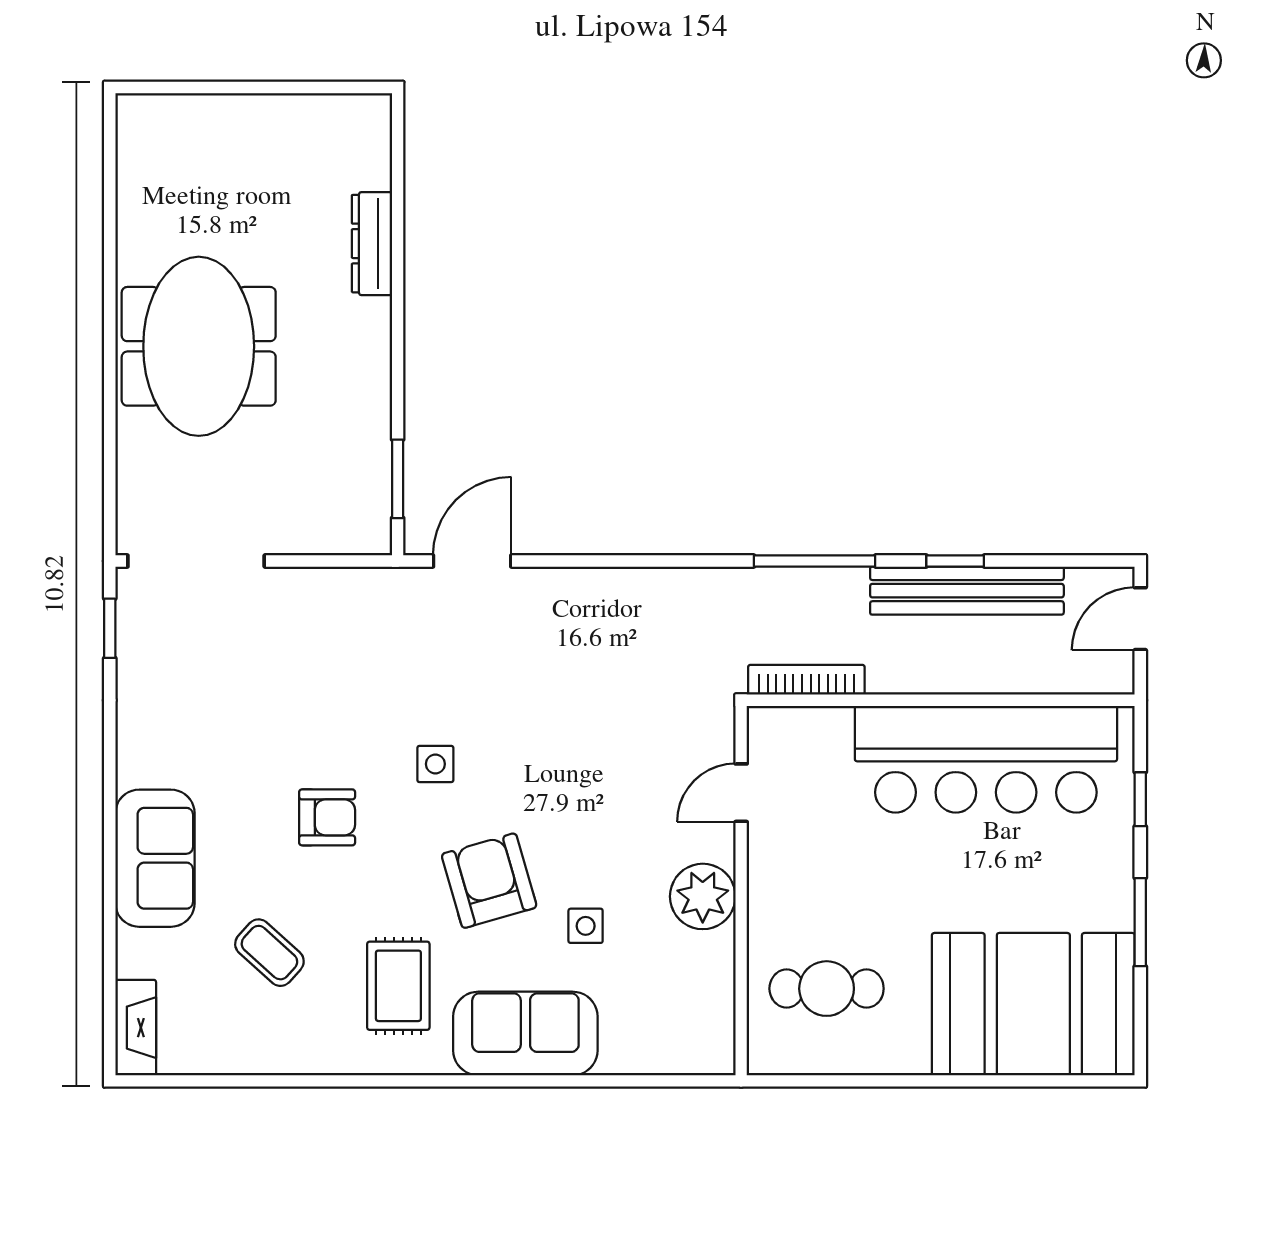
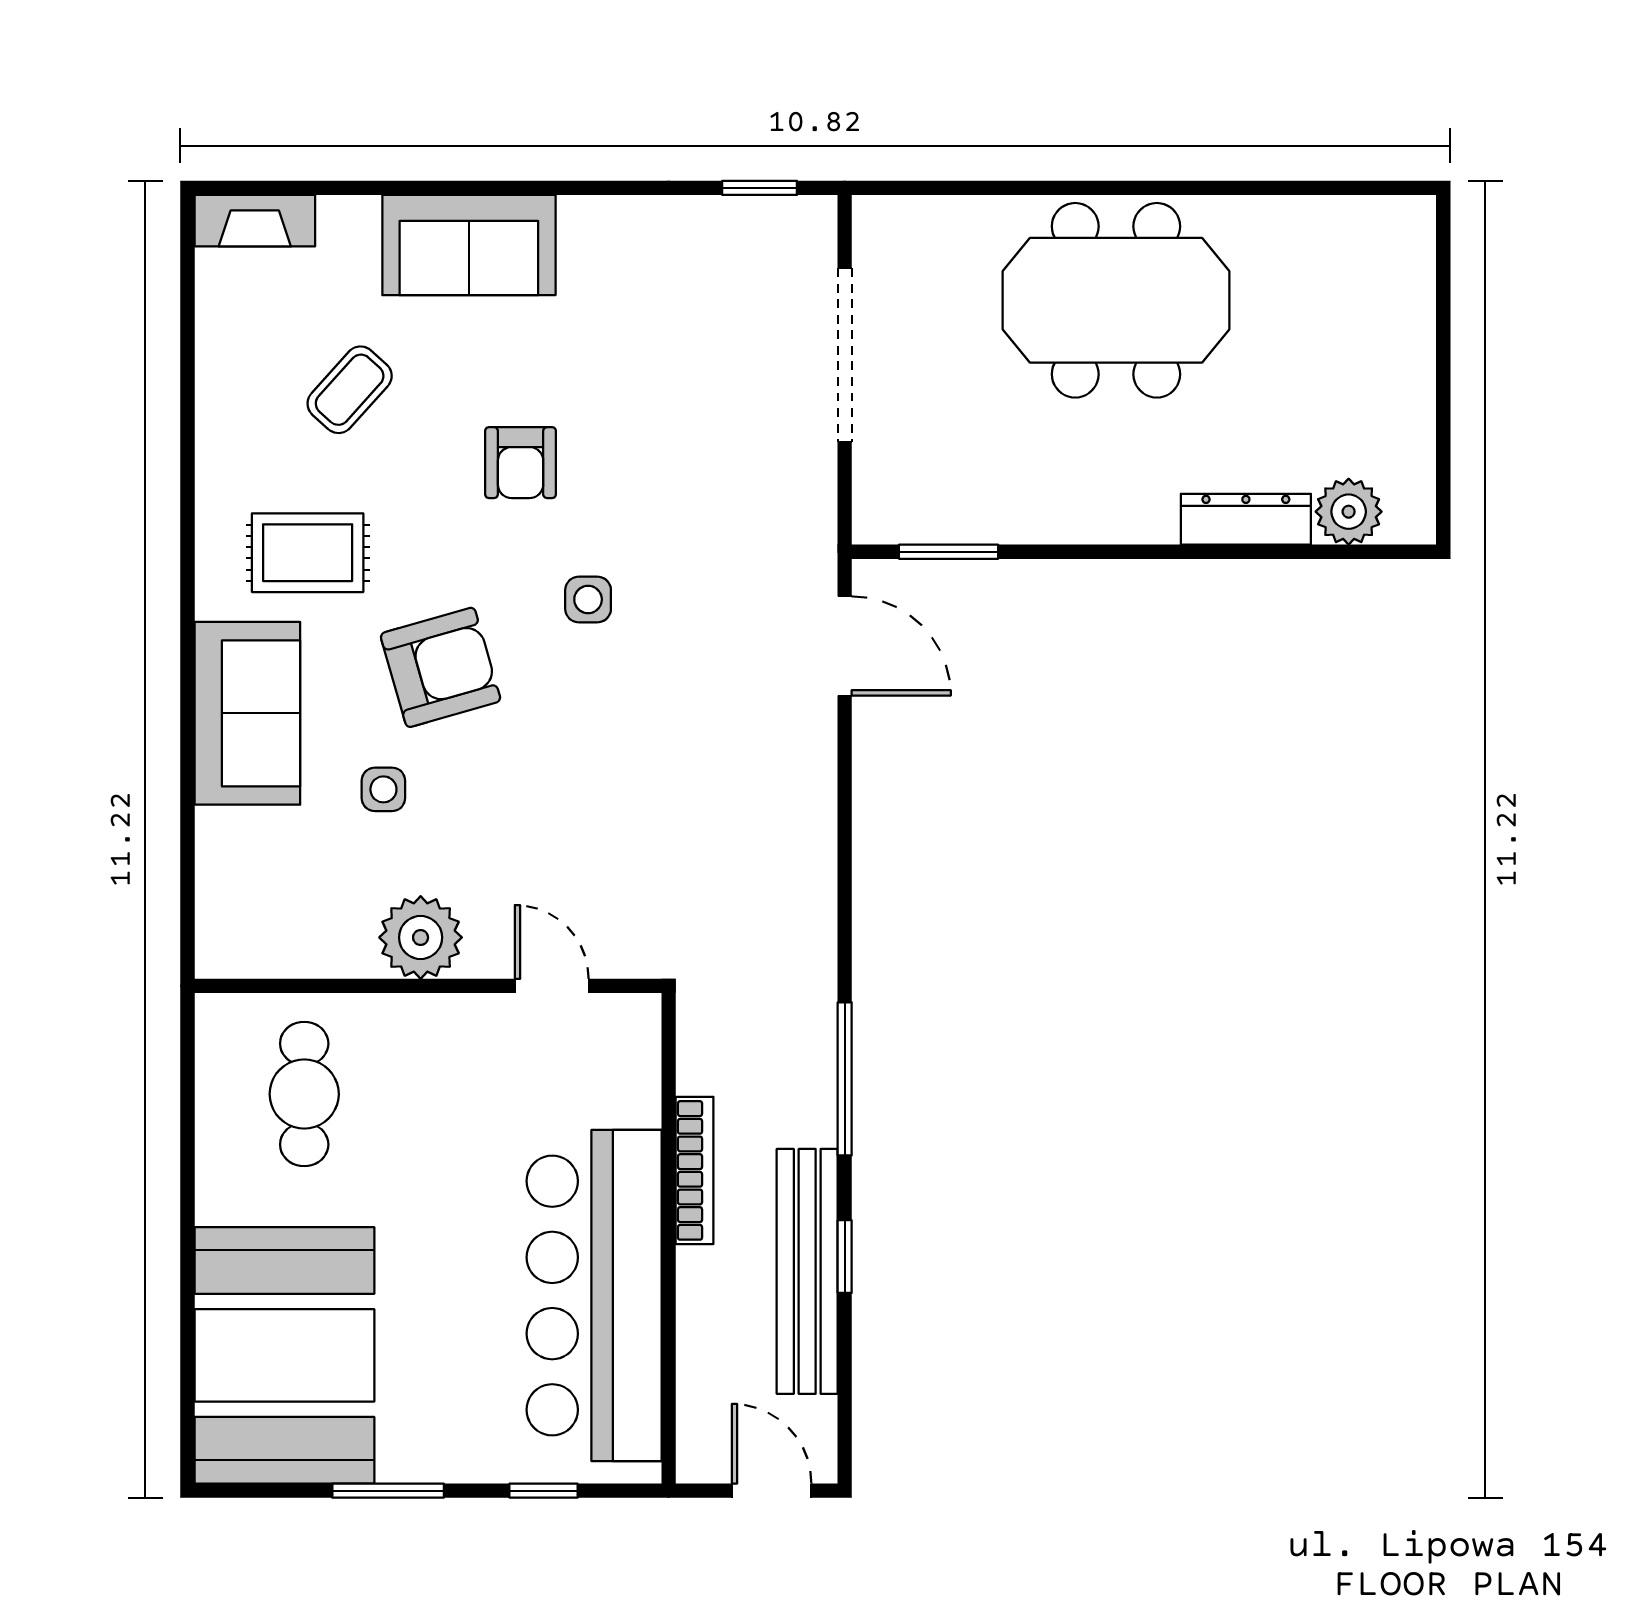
plant: (366, 162) -> (1349, 512), added
doorway: (196, 561) -> (845, 355), moved
bookcase: (806, 680) -> (695, 1170), moved

